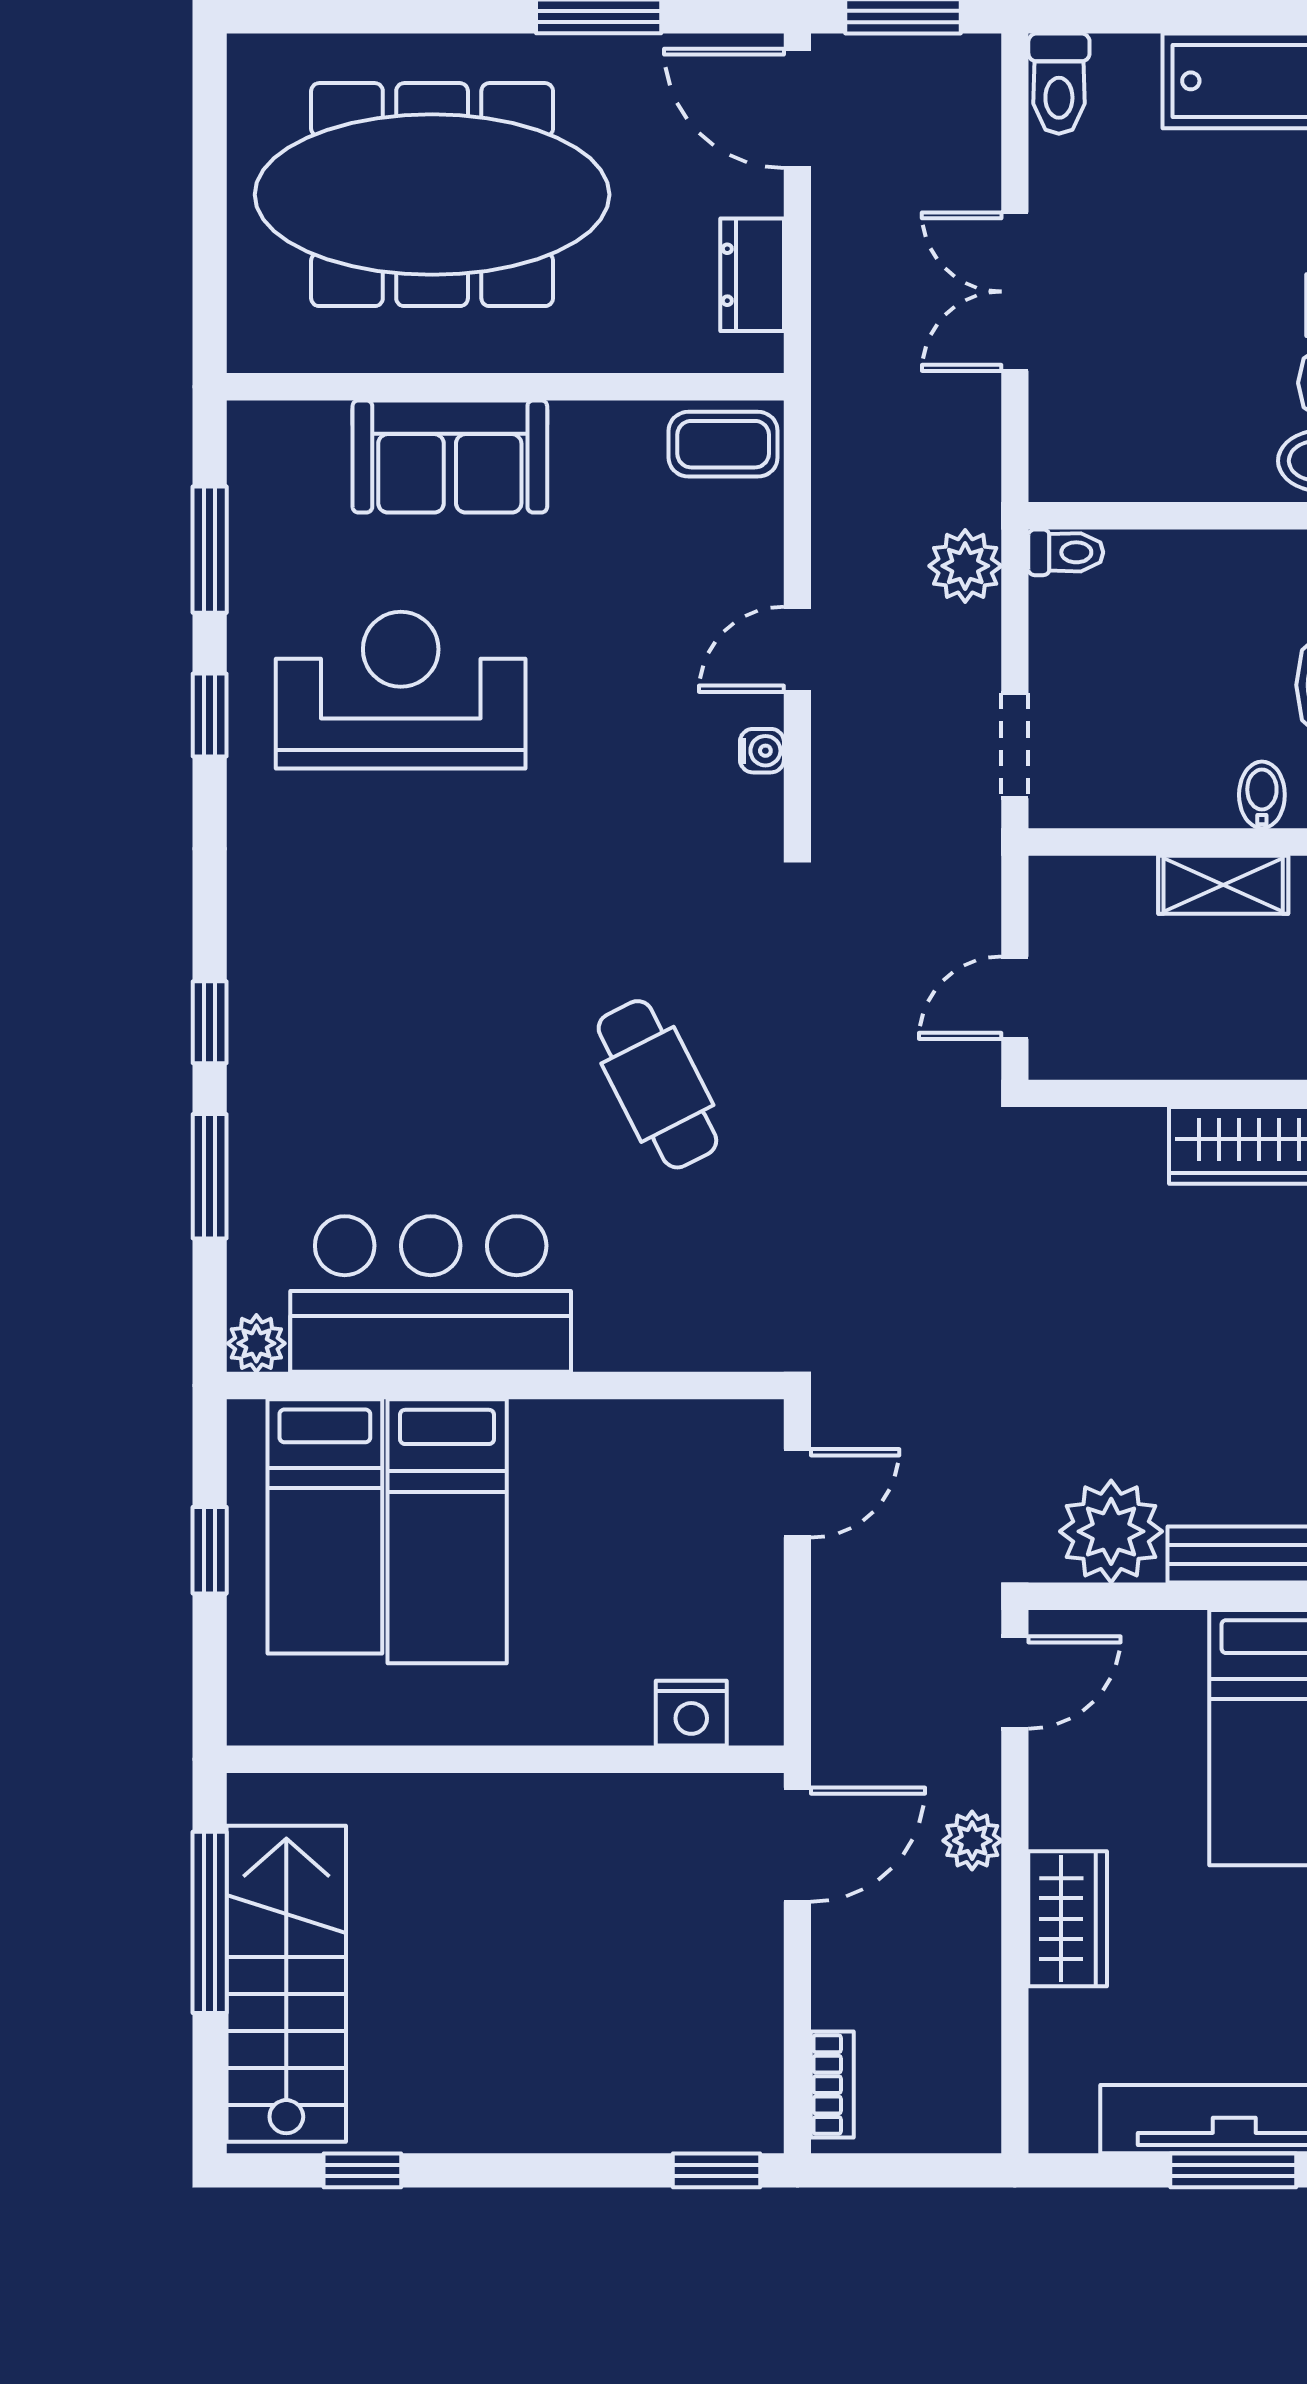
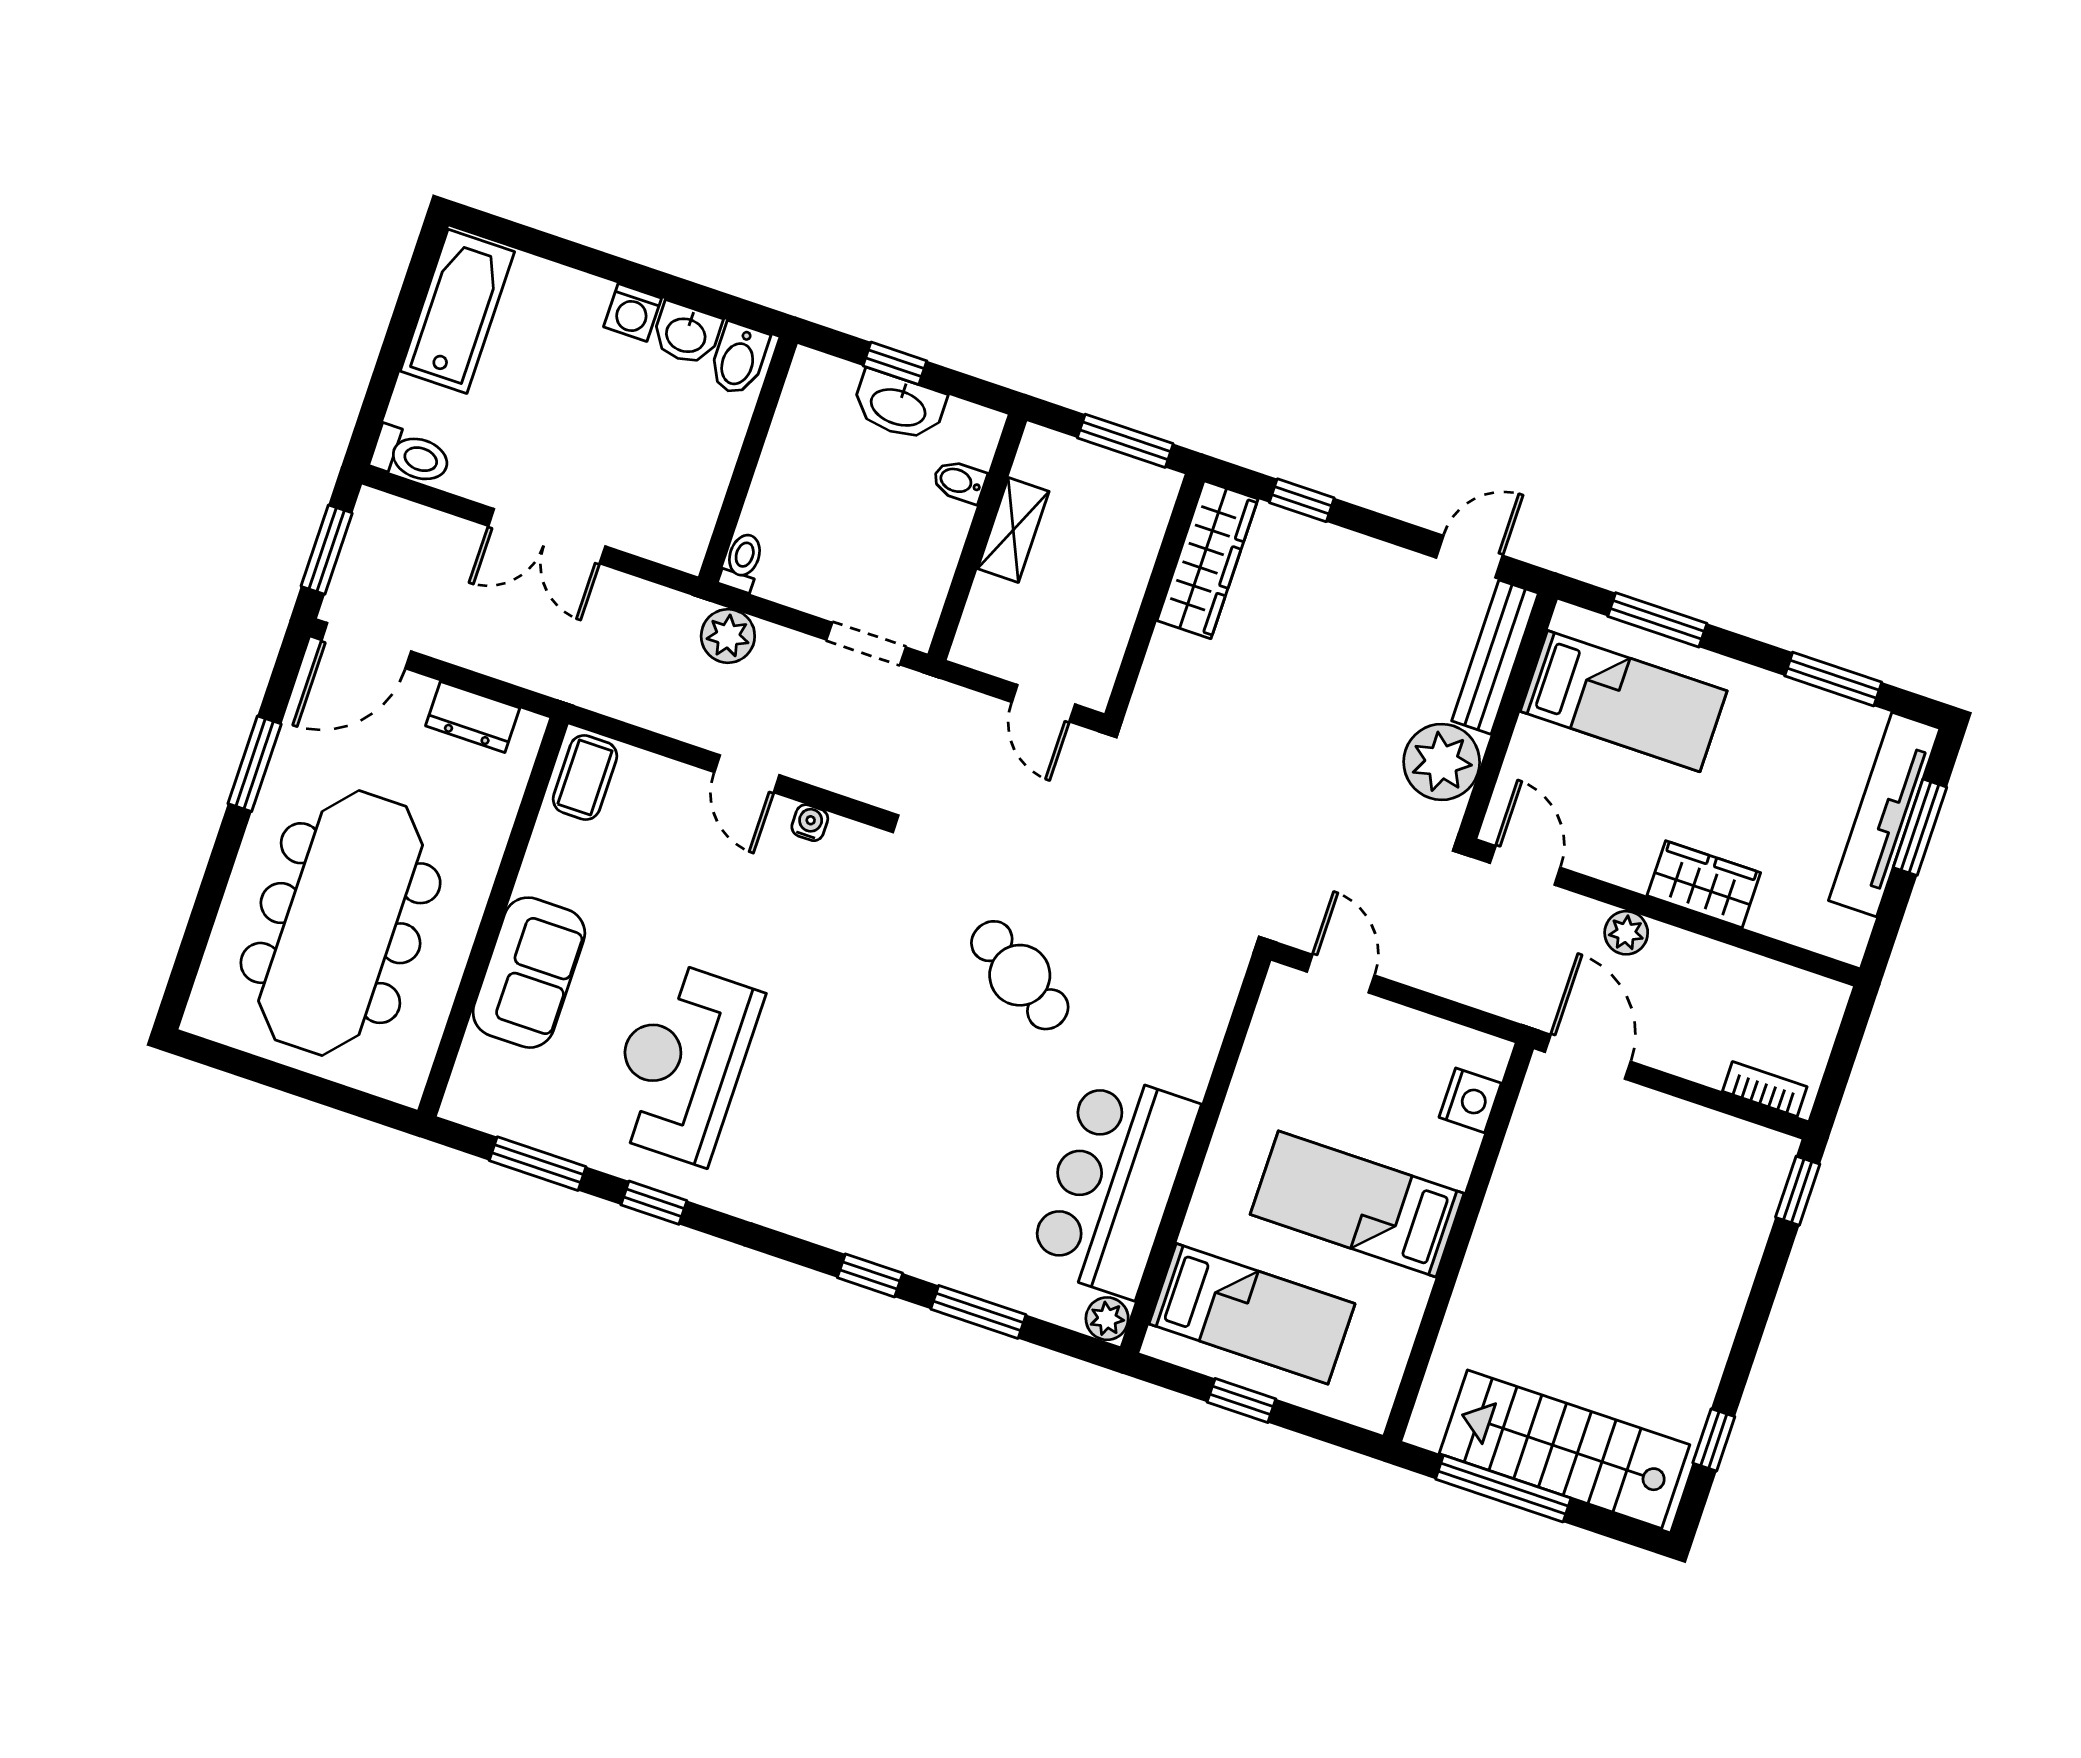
cafe table: (657, 1084) -> (1020, 975), turned 59
bed: (447, 1531) -> (1357, 1204), moved, turned 180

